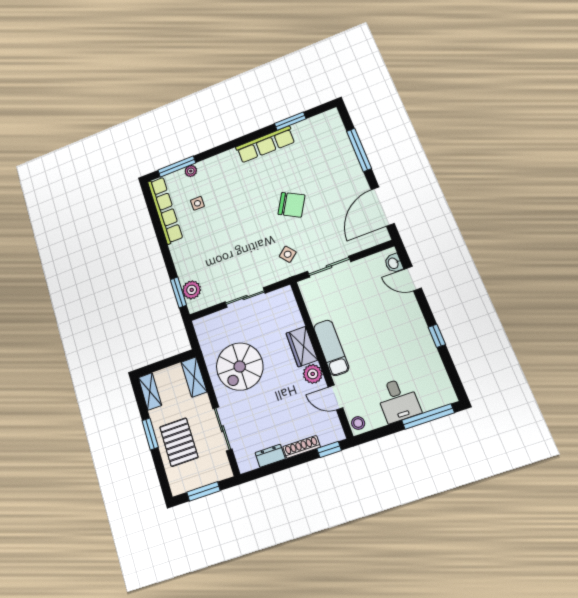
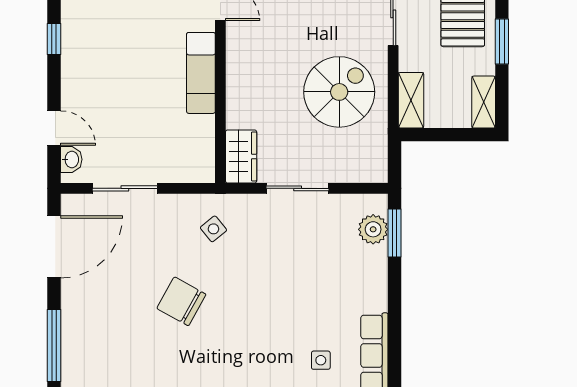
sliding door: (329, 267) -> (125, 188), moved
wardrobe: (302, 347) -> (241, 156), moved
plant: (313, 374) -> (240, 46), removed

